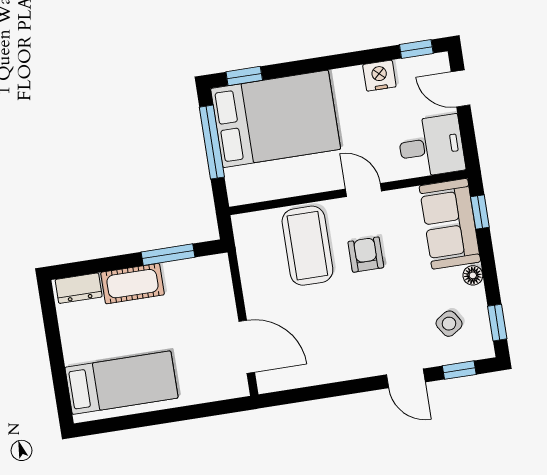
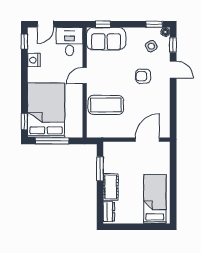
armchair: (366, 255) -> (143, 76), moved
floor lamp: (473, 275) -> (165, 32), moved
door: (406, 378) -> (173, 70), hinge flipped

